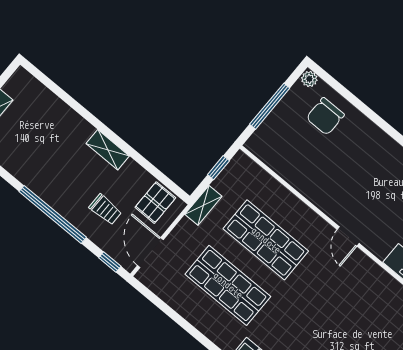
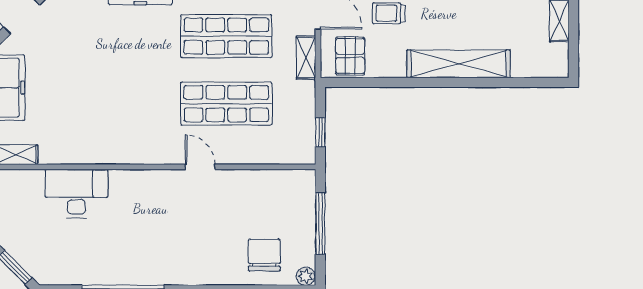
shelving: (108, 150) -> (458, 64), width x2.20, depth x1.33
shelving: (203, 205) -> (306, 58), moved
door: (348, 236) -> (200, 167), moved

